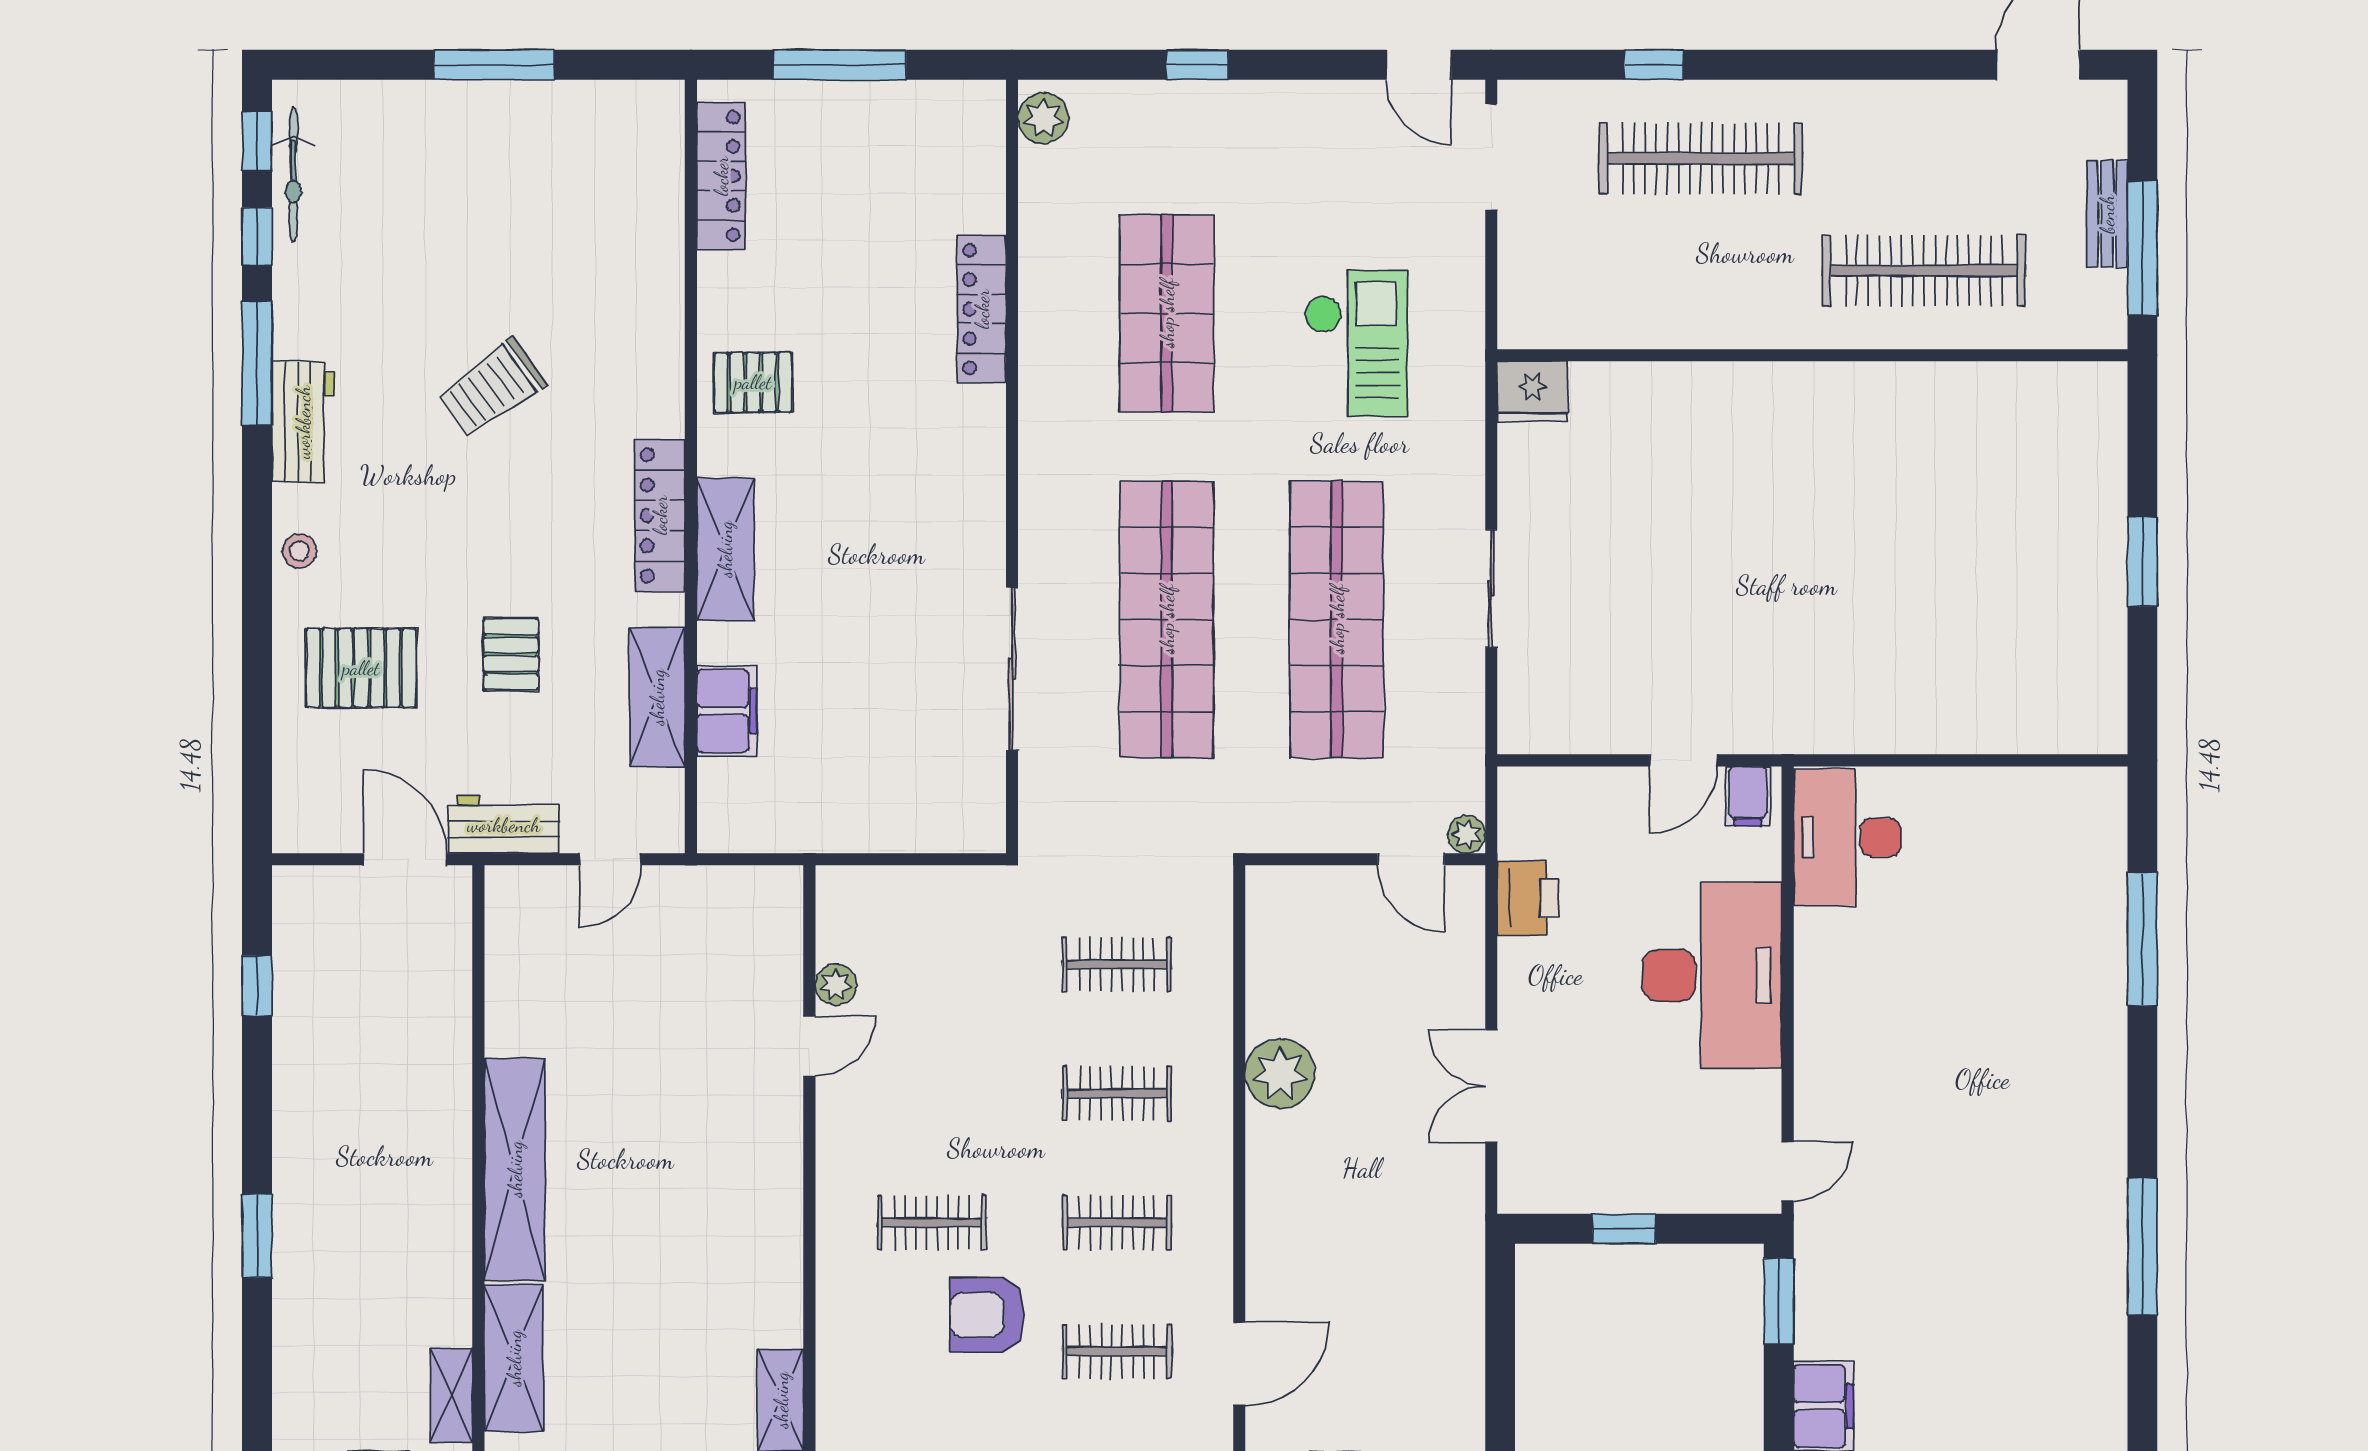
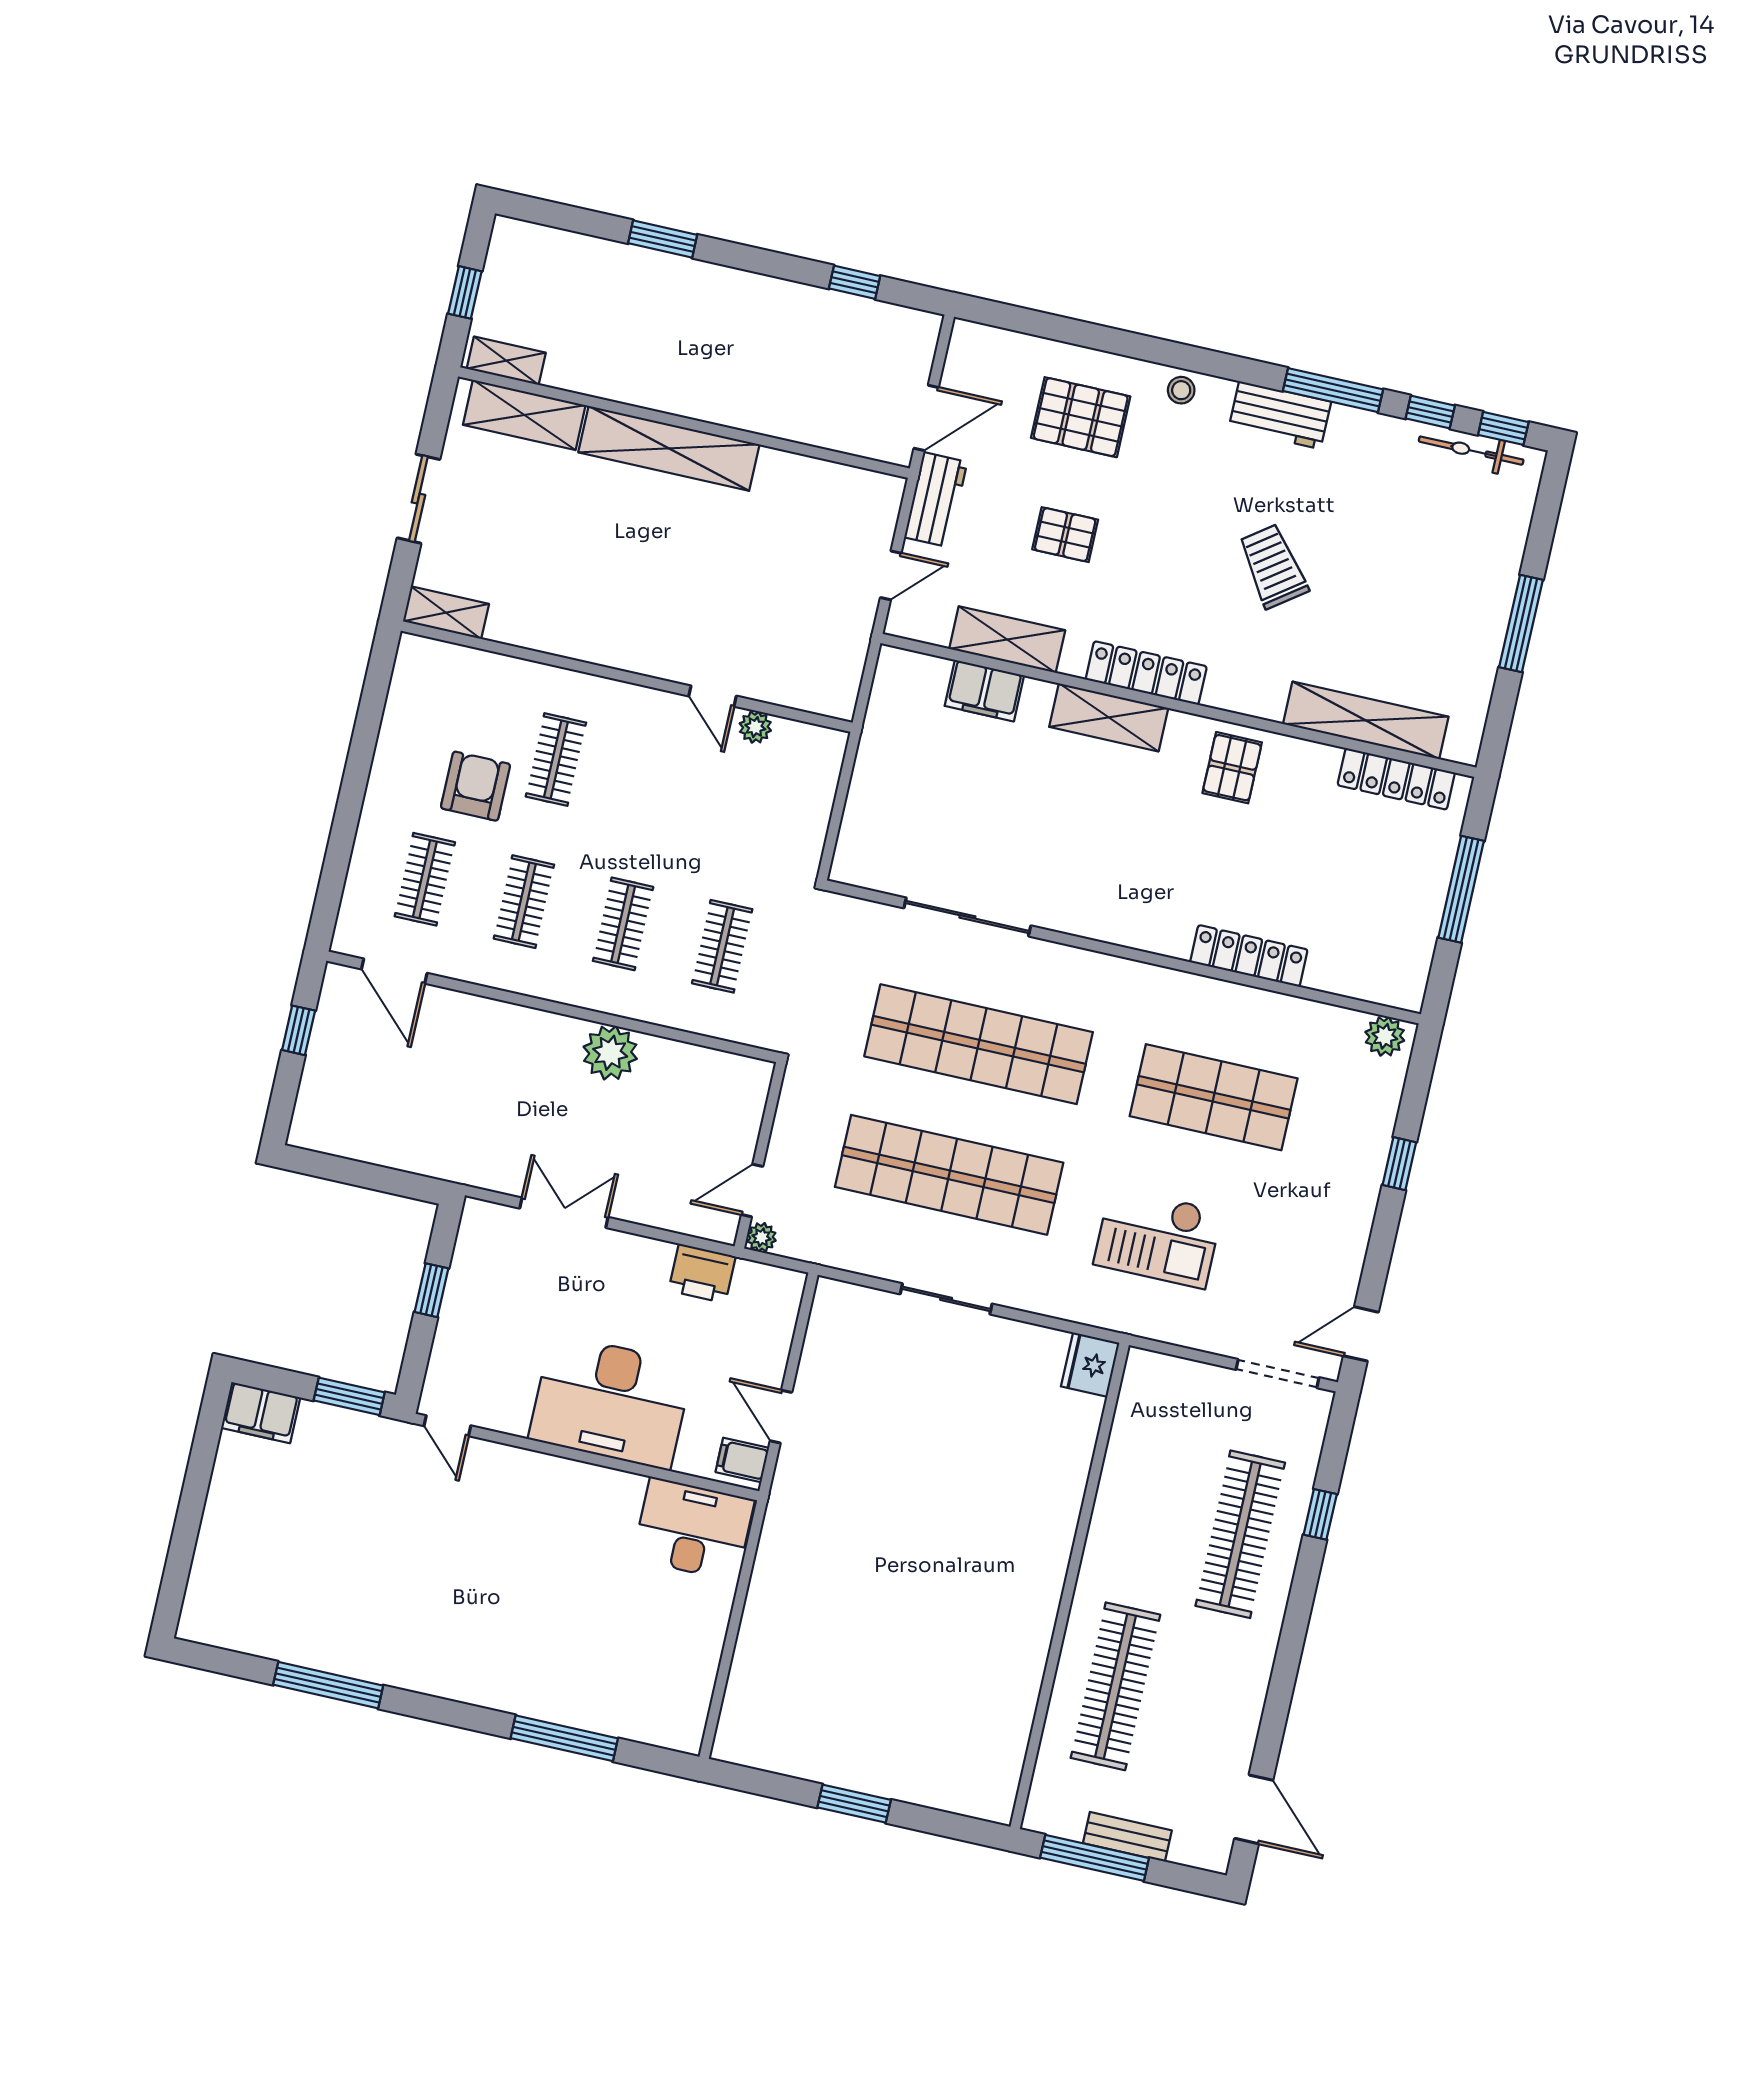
shelving: (657, 230) -> (1366, 720), added
pallet: (361, 668) -> (1081, 417), turned 90
door: (610, 859) -> (891, 575), swing flipped

